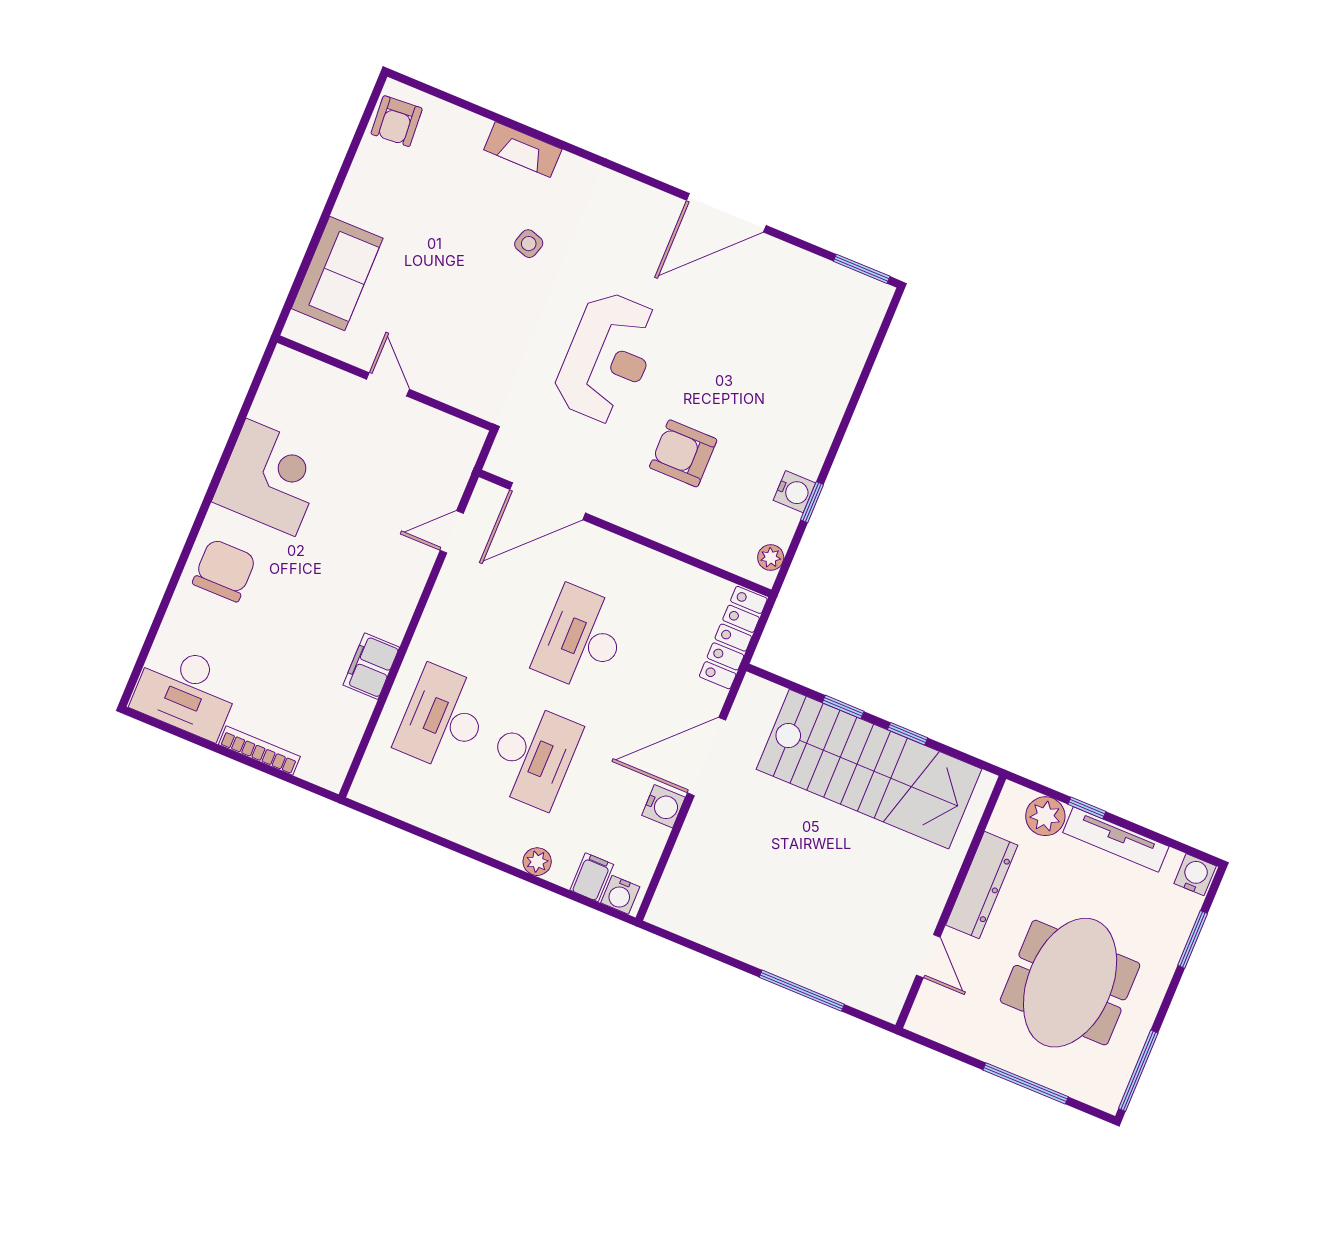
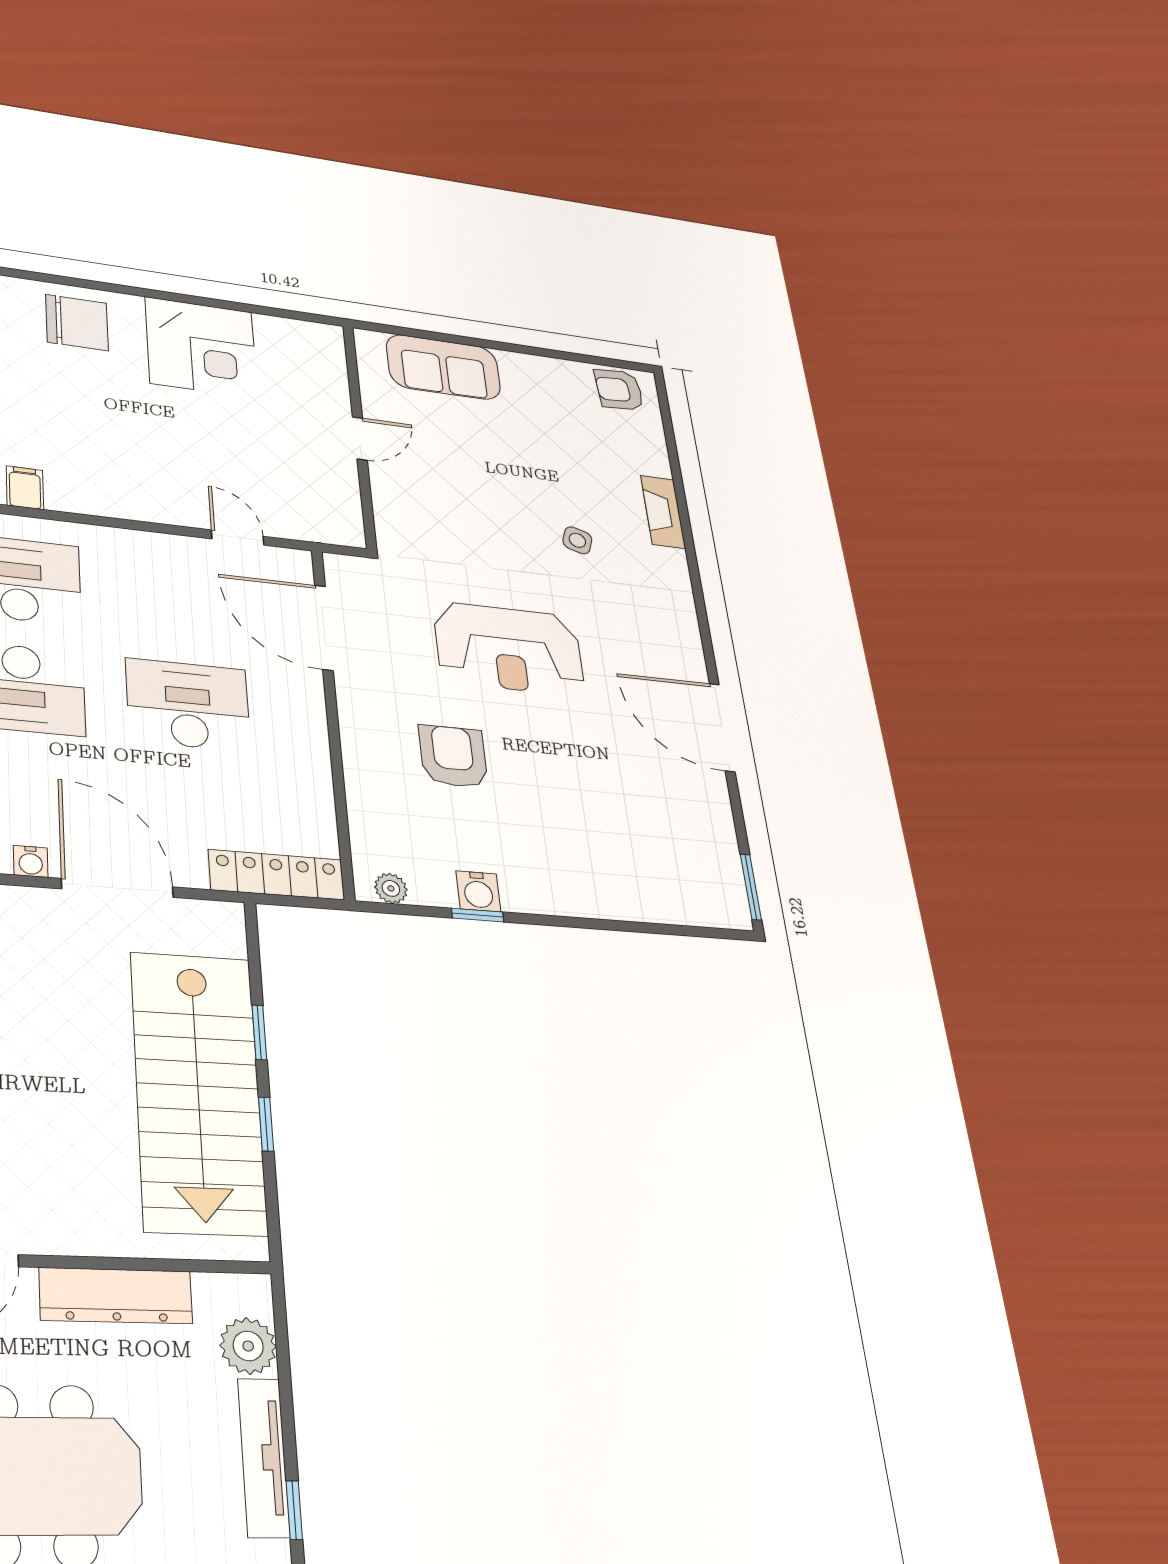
filing cabinet: (371, 666) -> (25, 488), width x0.50
water cooler: (664, 806) -> (31, 861), width x0.72, depth x0.72
window: (1087, 808) -> (294, 1510), moved

